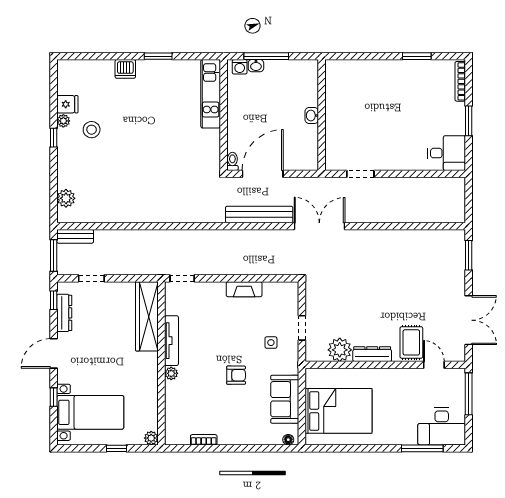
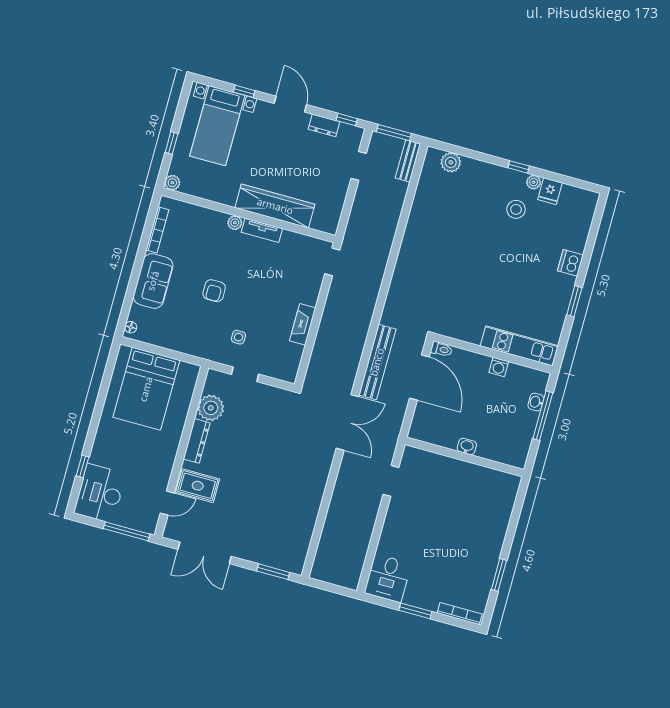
washing machine: (240, 67) -> (499, 367), moved, turned -90
dresser: (64, 313) -> (324, 125), width x0.70
wardrobe: (147, 316) -> (275, 206), moved
tv unit: (171, 341) -> (262, 230), width x0.71
sofa: (285, 399) -> (153, 281), moved, turned 90
bookcase: (204, 440) -> (157, 230), width x1.56
window: (422, 448) -> (82, 466), width x0.46

